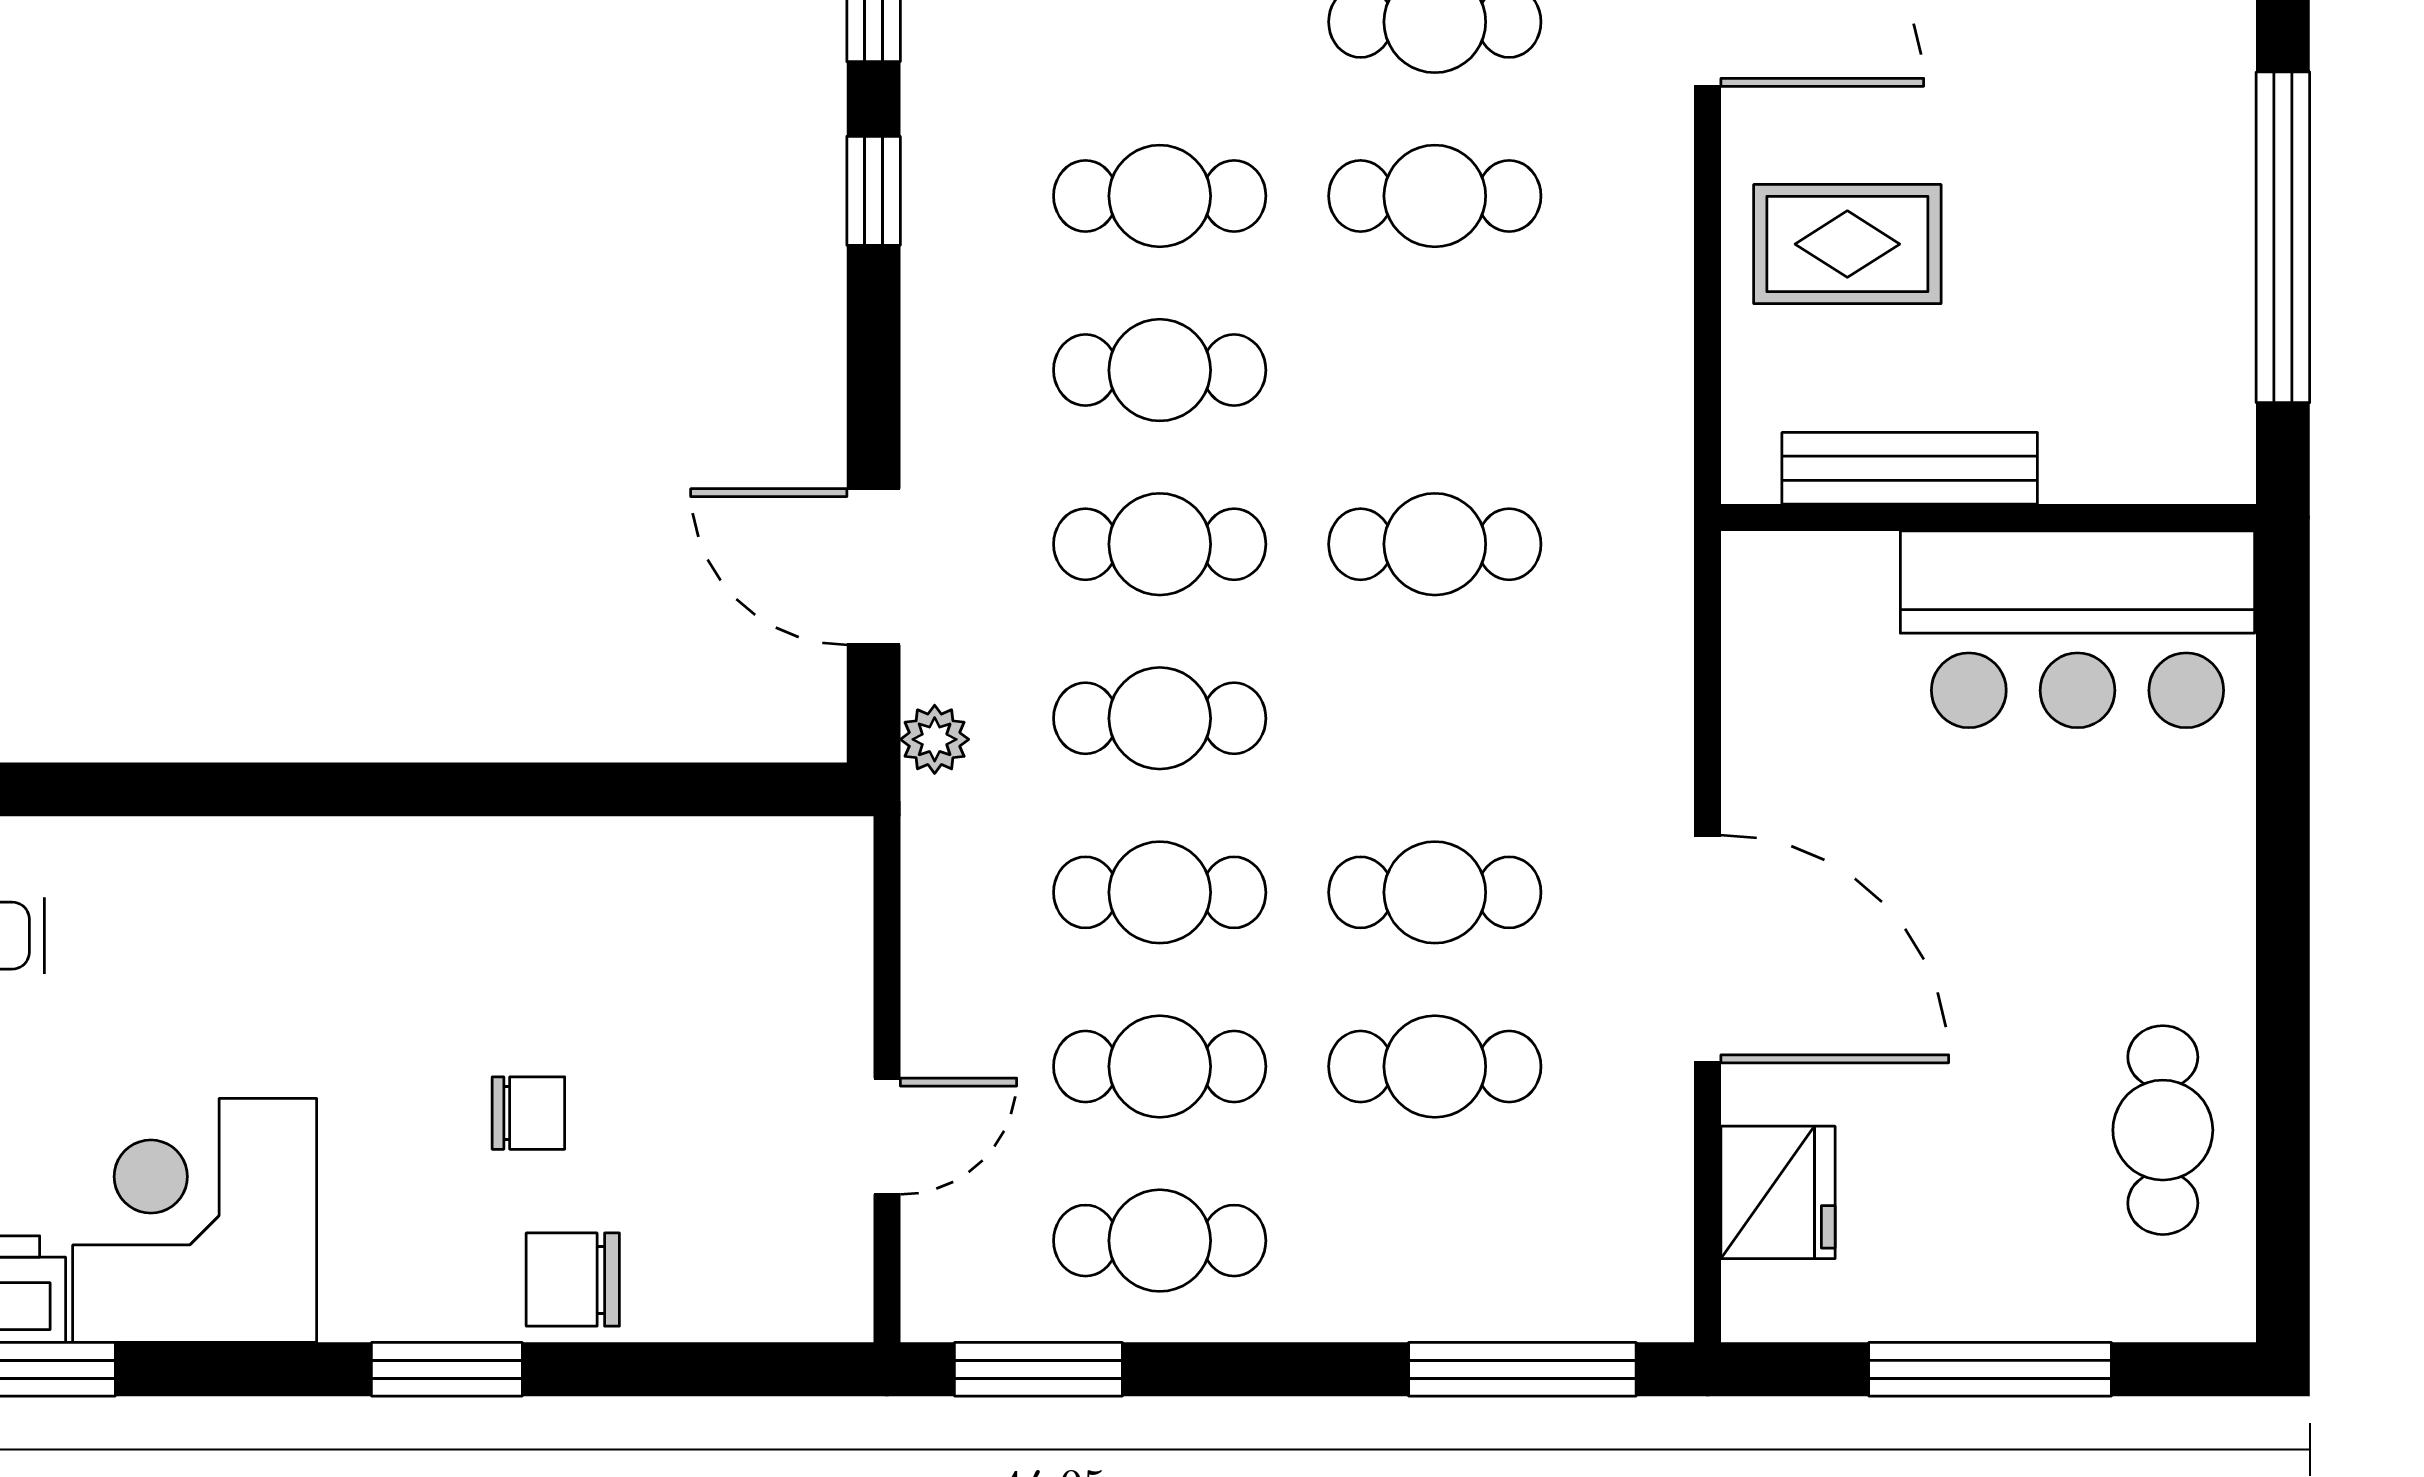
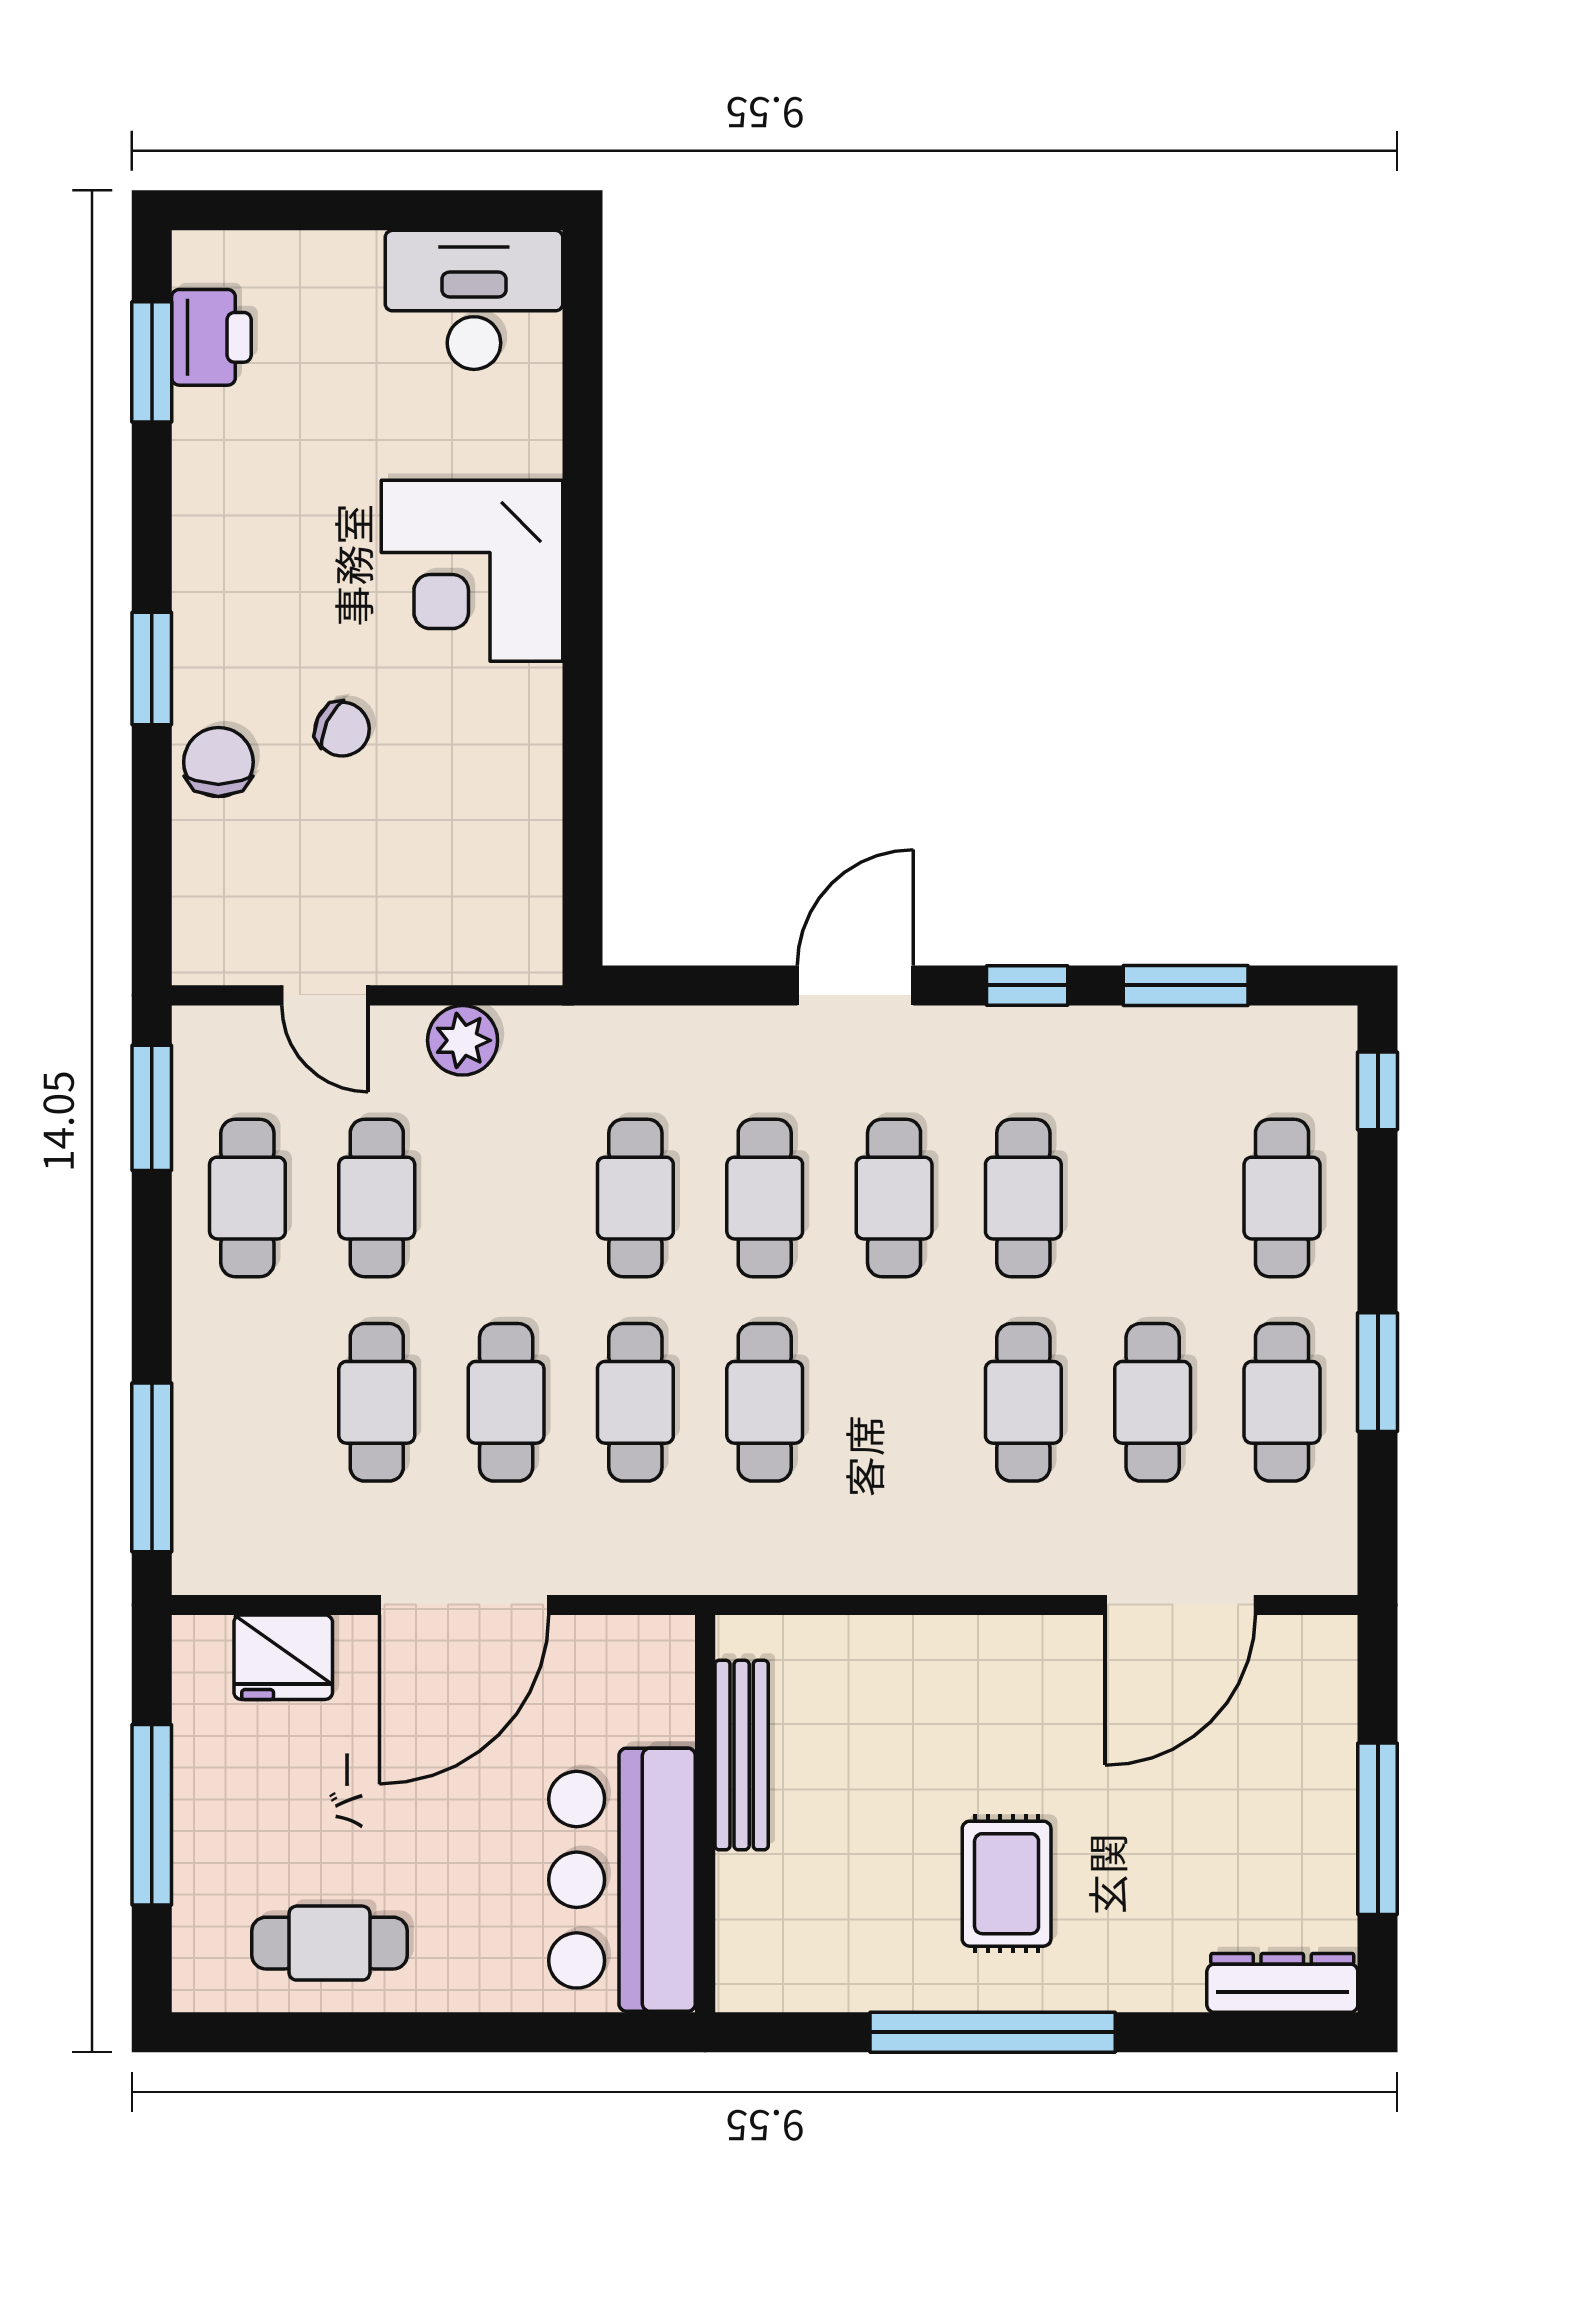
rug: (1847, 244) -> (1007, 1884), moved
bench: (1910, 468) -> (742, 1755), moved
wall: (1989, 517) -> (705, 1814), moved
door: (874, 567) -> (855, 985), moved
bar counter: (2078, 629) -> (622, 1880), moved
plant: (935, 739) -> (463, 1040), moved, width x1.38, depth x1.38
cafe table: (1160, 892) -> (635, 1402), moved
chair: (528, 1113) -> (342, 729), turned -65
corner desk: (195, 1220) -> (472, 571), moved, turned 180

